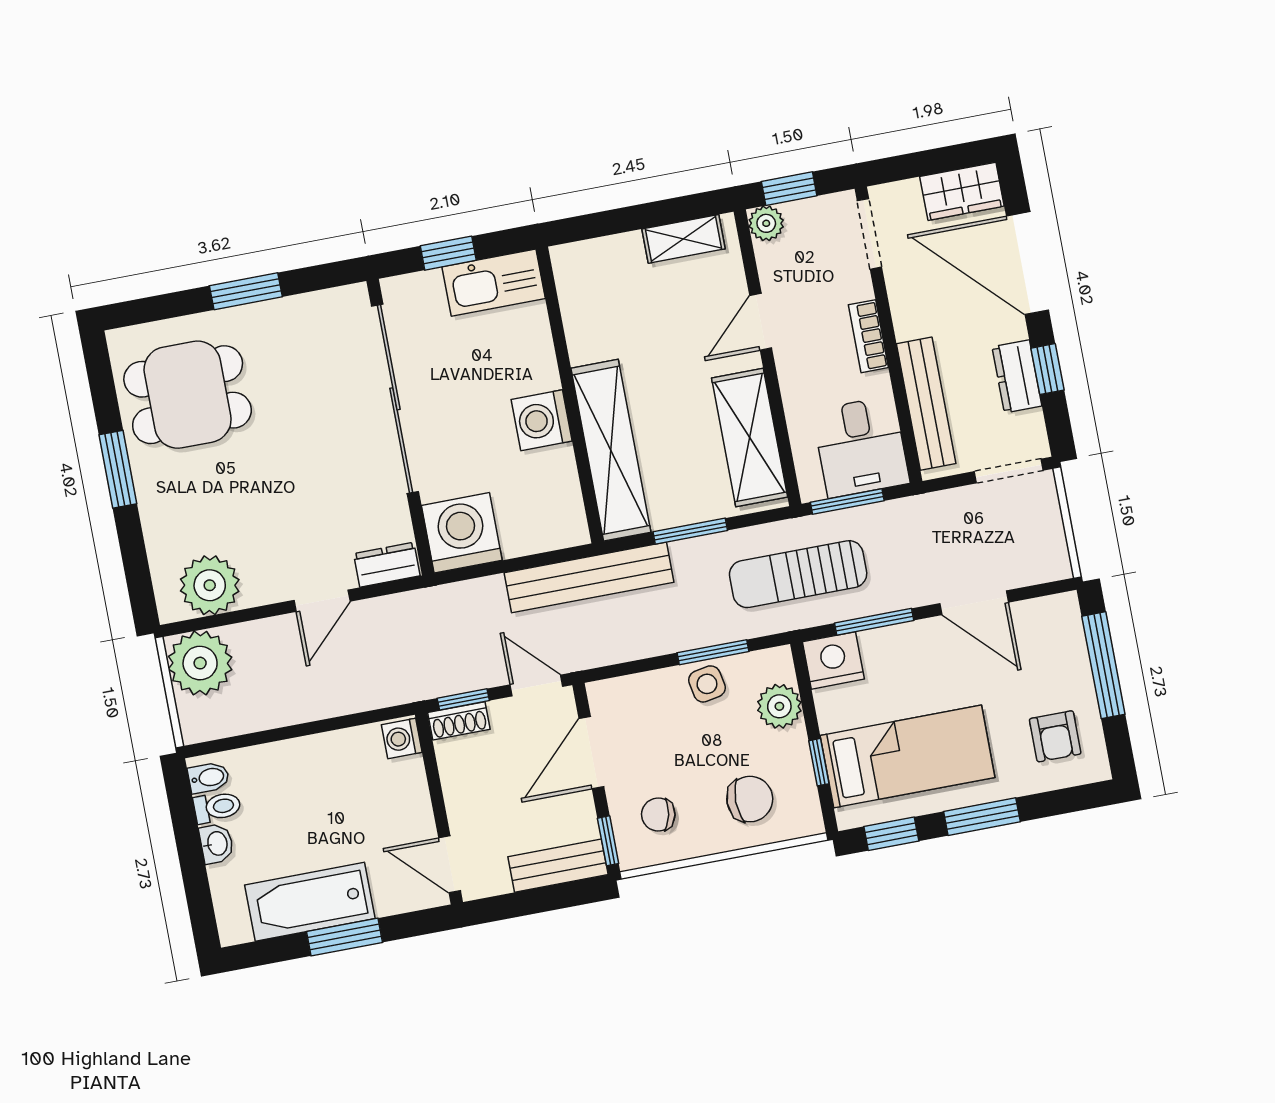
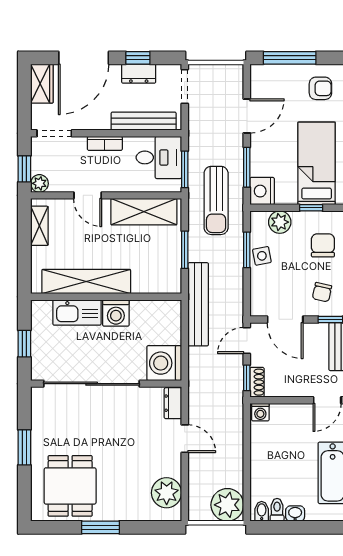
kitchen sink: (494, 283) -> (77, 313), moved, turned 90
shelving: (611, 450) -> (86, 282), moved
plant: (200, 663) -> (227, 505), moved

